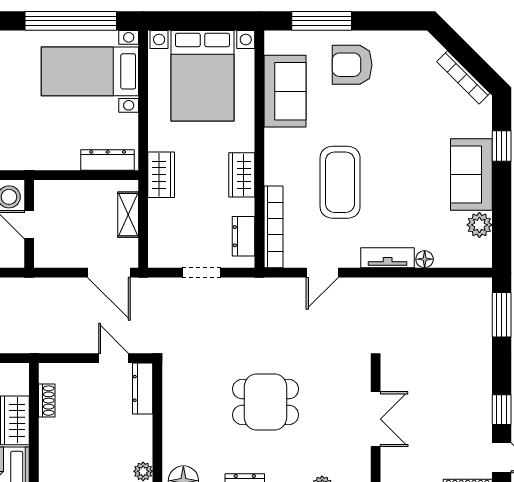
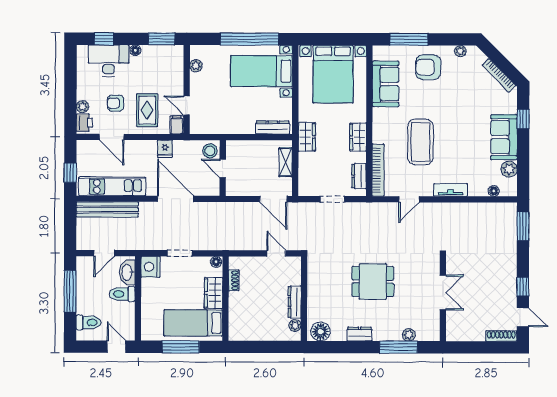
plant: (402, 39) -> (460, 51), added
floor lamp: (425, 259) -> (494, 191), moved
floor lamp: (19, 371) -> (216, 262), added
dresser: (143, 388) -> (295, 302), moved

